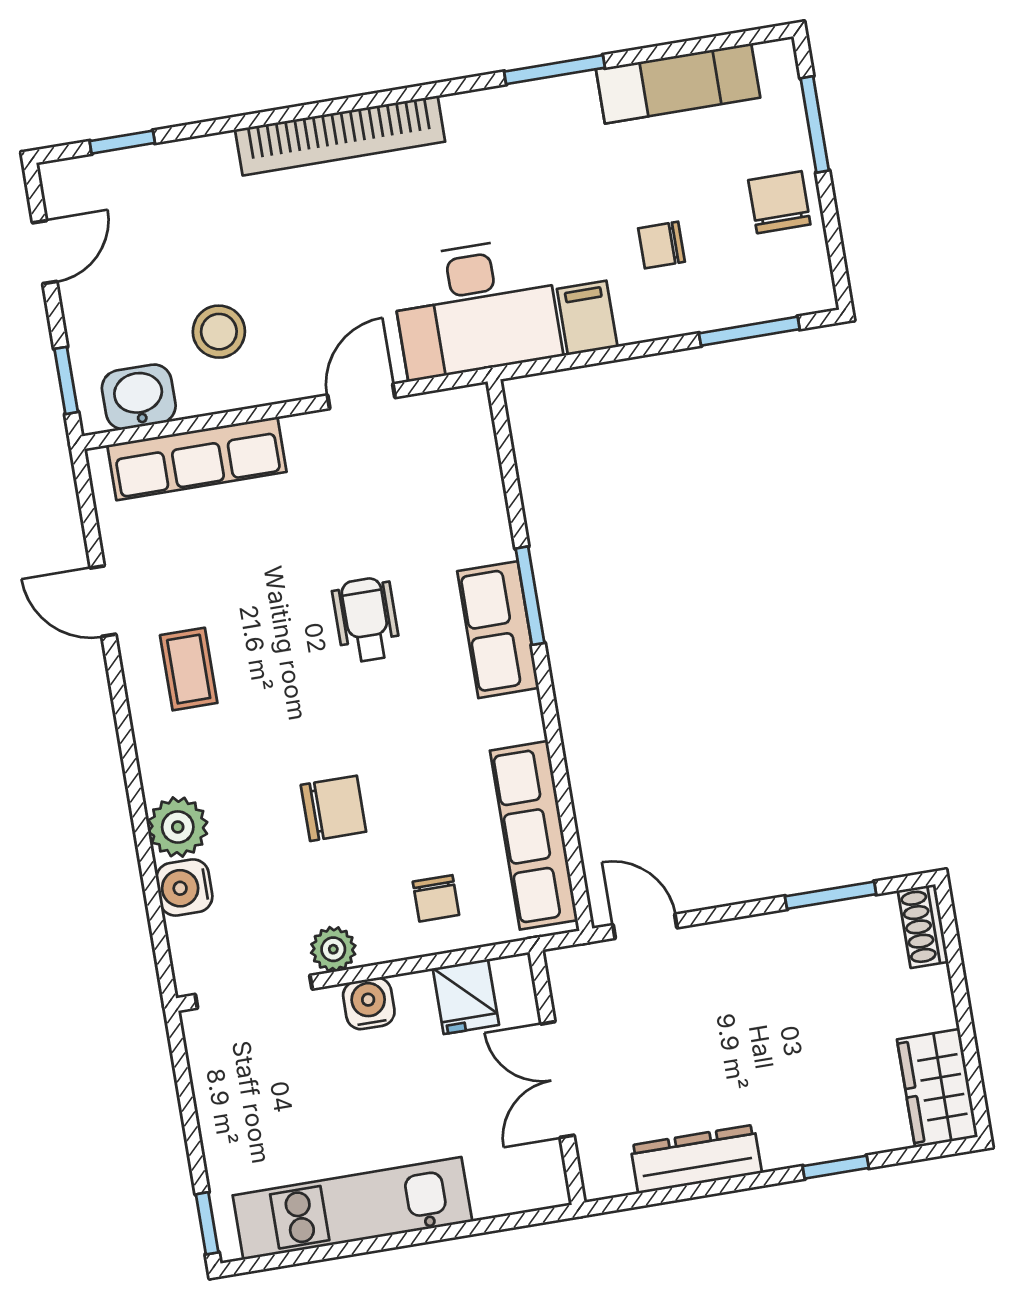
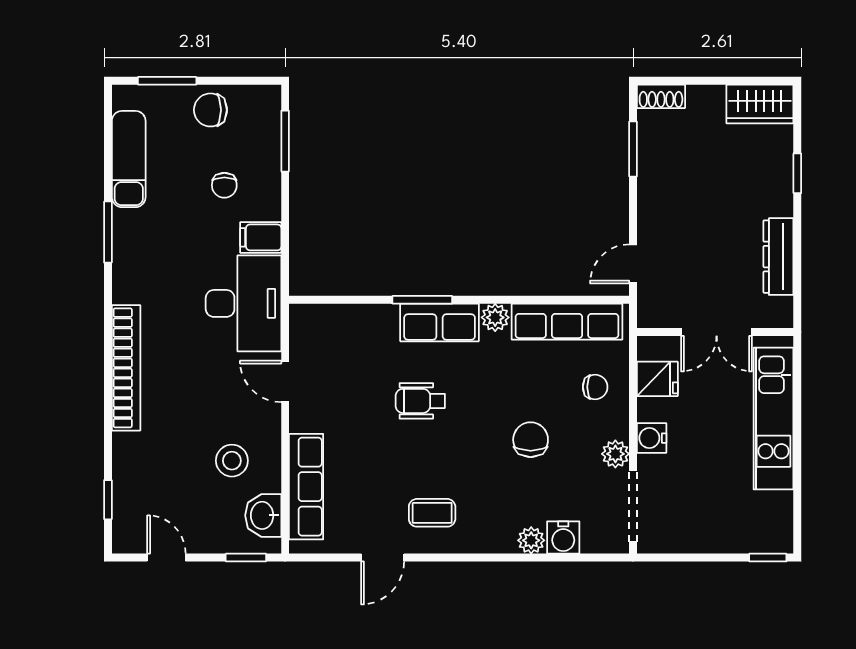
plant: (521, 718) -> (495, 317), added
plant: (178, 827) -> (531, 540), width x0.73, depth x0.73
kitchen unit: (352, 1208) -> (773, 419), moved

